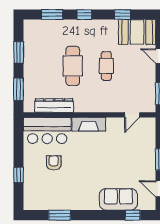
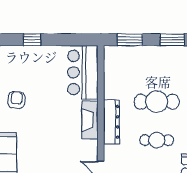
dresser: (54, 106) -> (111, 122), moved
armchair: (54, 163) -> (17, 100), moved, turned -85

